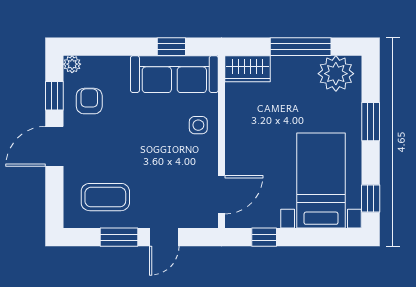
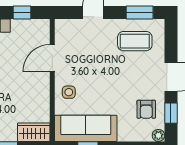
door: (221, 195) -> (52, 58), moved
window: (119, 237) -> (140, 13), moved

